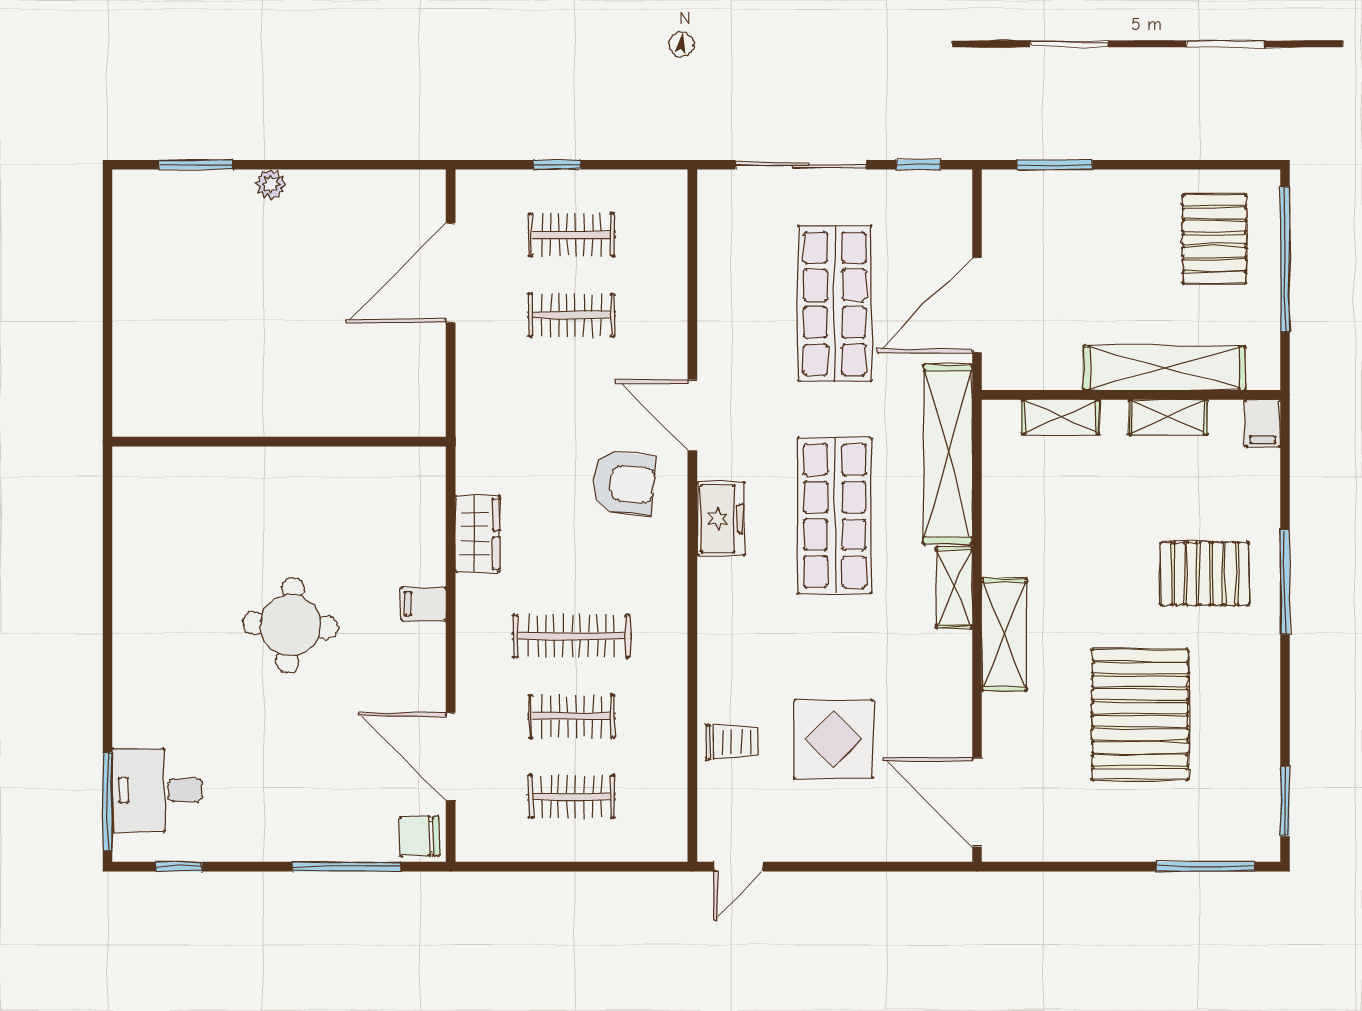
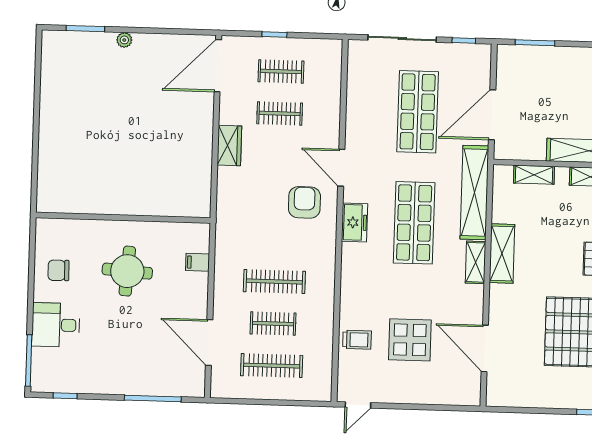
door: (451, 273) -> (218, 66), moved
wall: (279, 442) -> (123, 218), moved
armchair: (624, 483) -> (304, 202), turned -95
wardrobe: (478, 534) -> (229, 146), moved
shelving: (1004, 634) -> (502, 253), moved
desk: (157, 790) -> (56, 325), moved
clothes rail: (572, 797) -> (272, 366), width x1.36
door: (977, 802) -> (485, 348), moved
chair: (420, 836) -> (59, 270), moved

